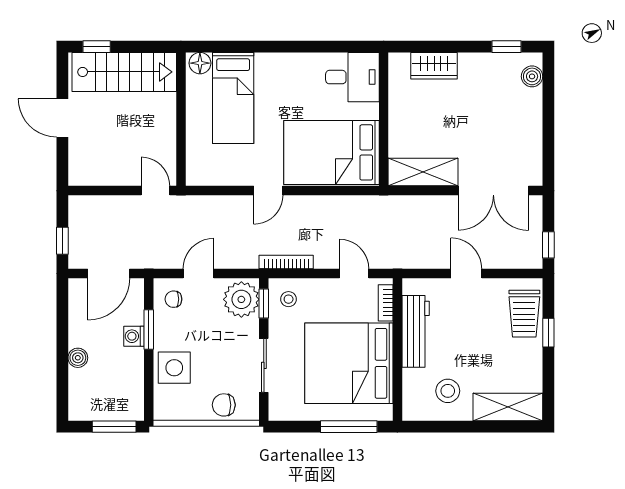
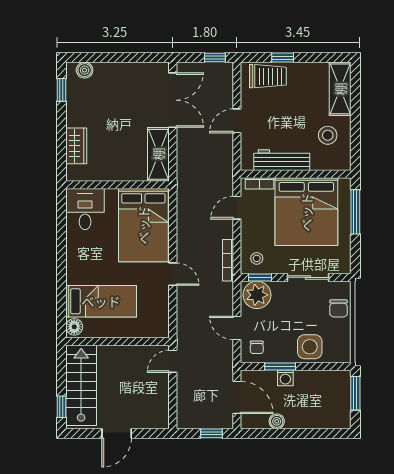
boiler: (78, 358) -> (277, 421), moved

